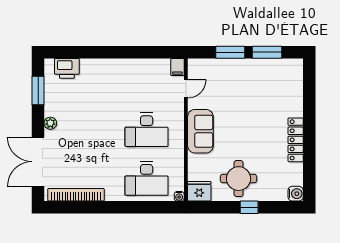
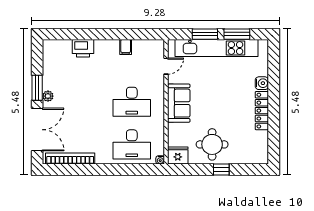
filing cabinet: (177, 67) -> (126, 47), moved
printer: (67, 68) -> (83, 48), moved
kitchen unit: (244, 68) -> (216, 48), added
window: (38, 90) -> (37, 88), moved
double door: (38, 162) -> (37, 130), swing flipped
water cooler: (296, 194) -> (262, 83), moved

